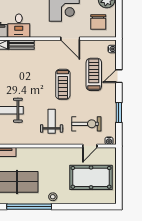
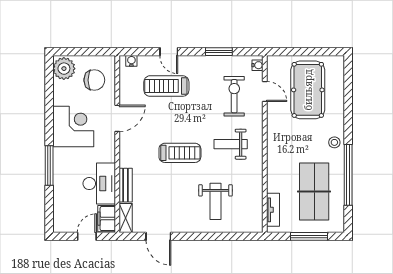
desk: (19, 26) -> (99, 184), width x1.37
treadmill: (63, 84) -> (180, 153), moved

